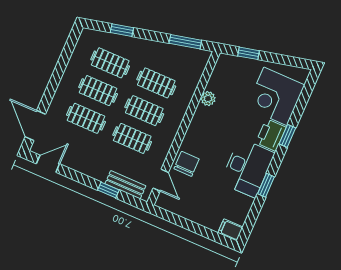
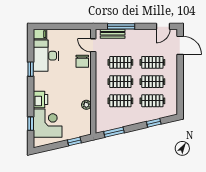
window: (287, 136) -> (31, 124), moved
desk: (247, 168) -> (46, 56), moved
window: (108, 190) -> (121, 26), width x2.17

